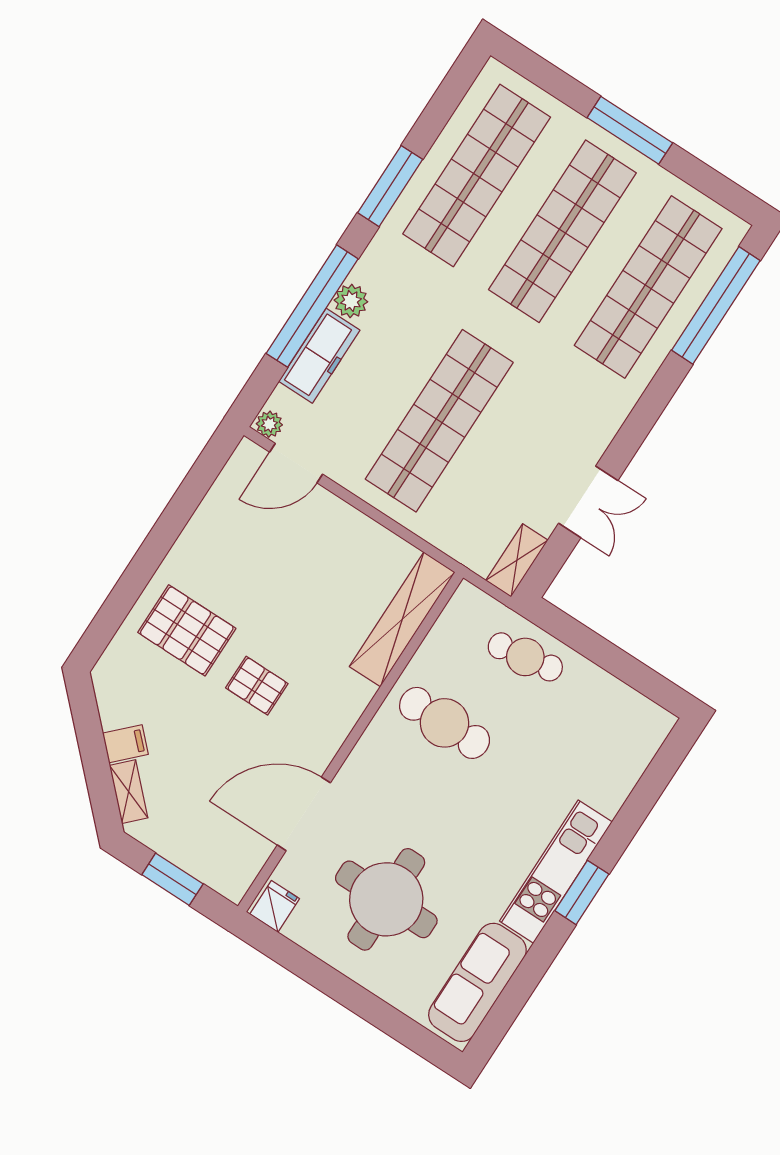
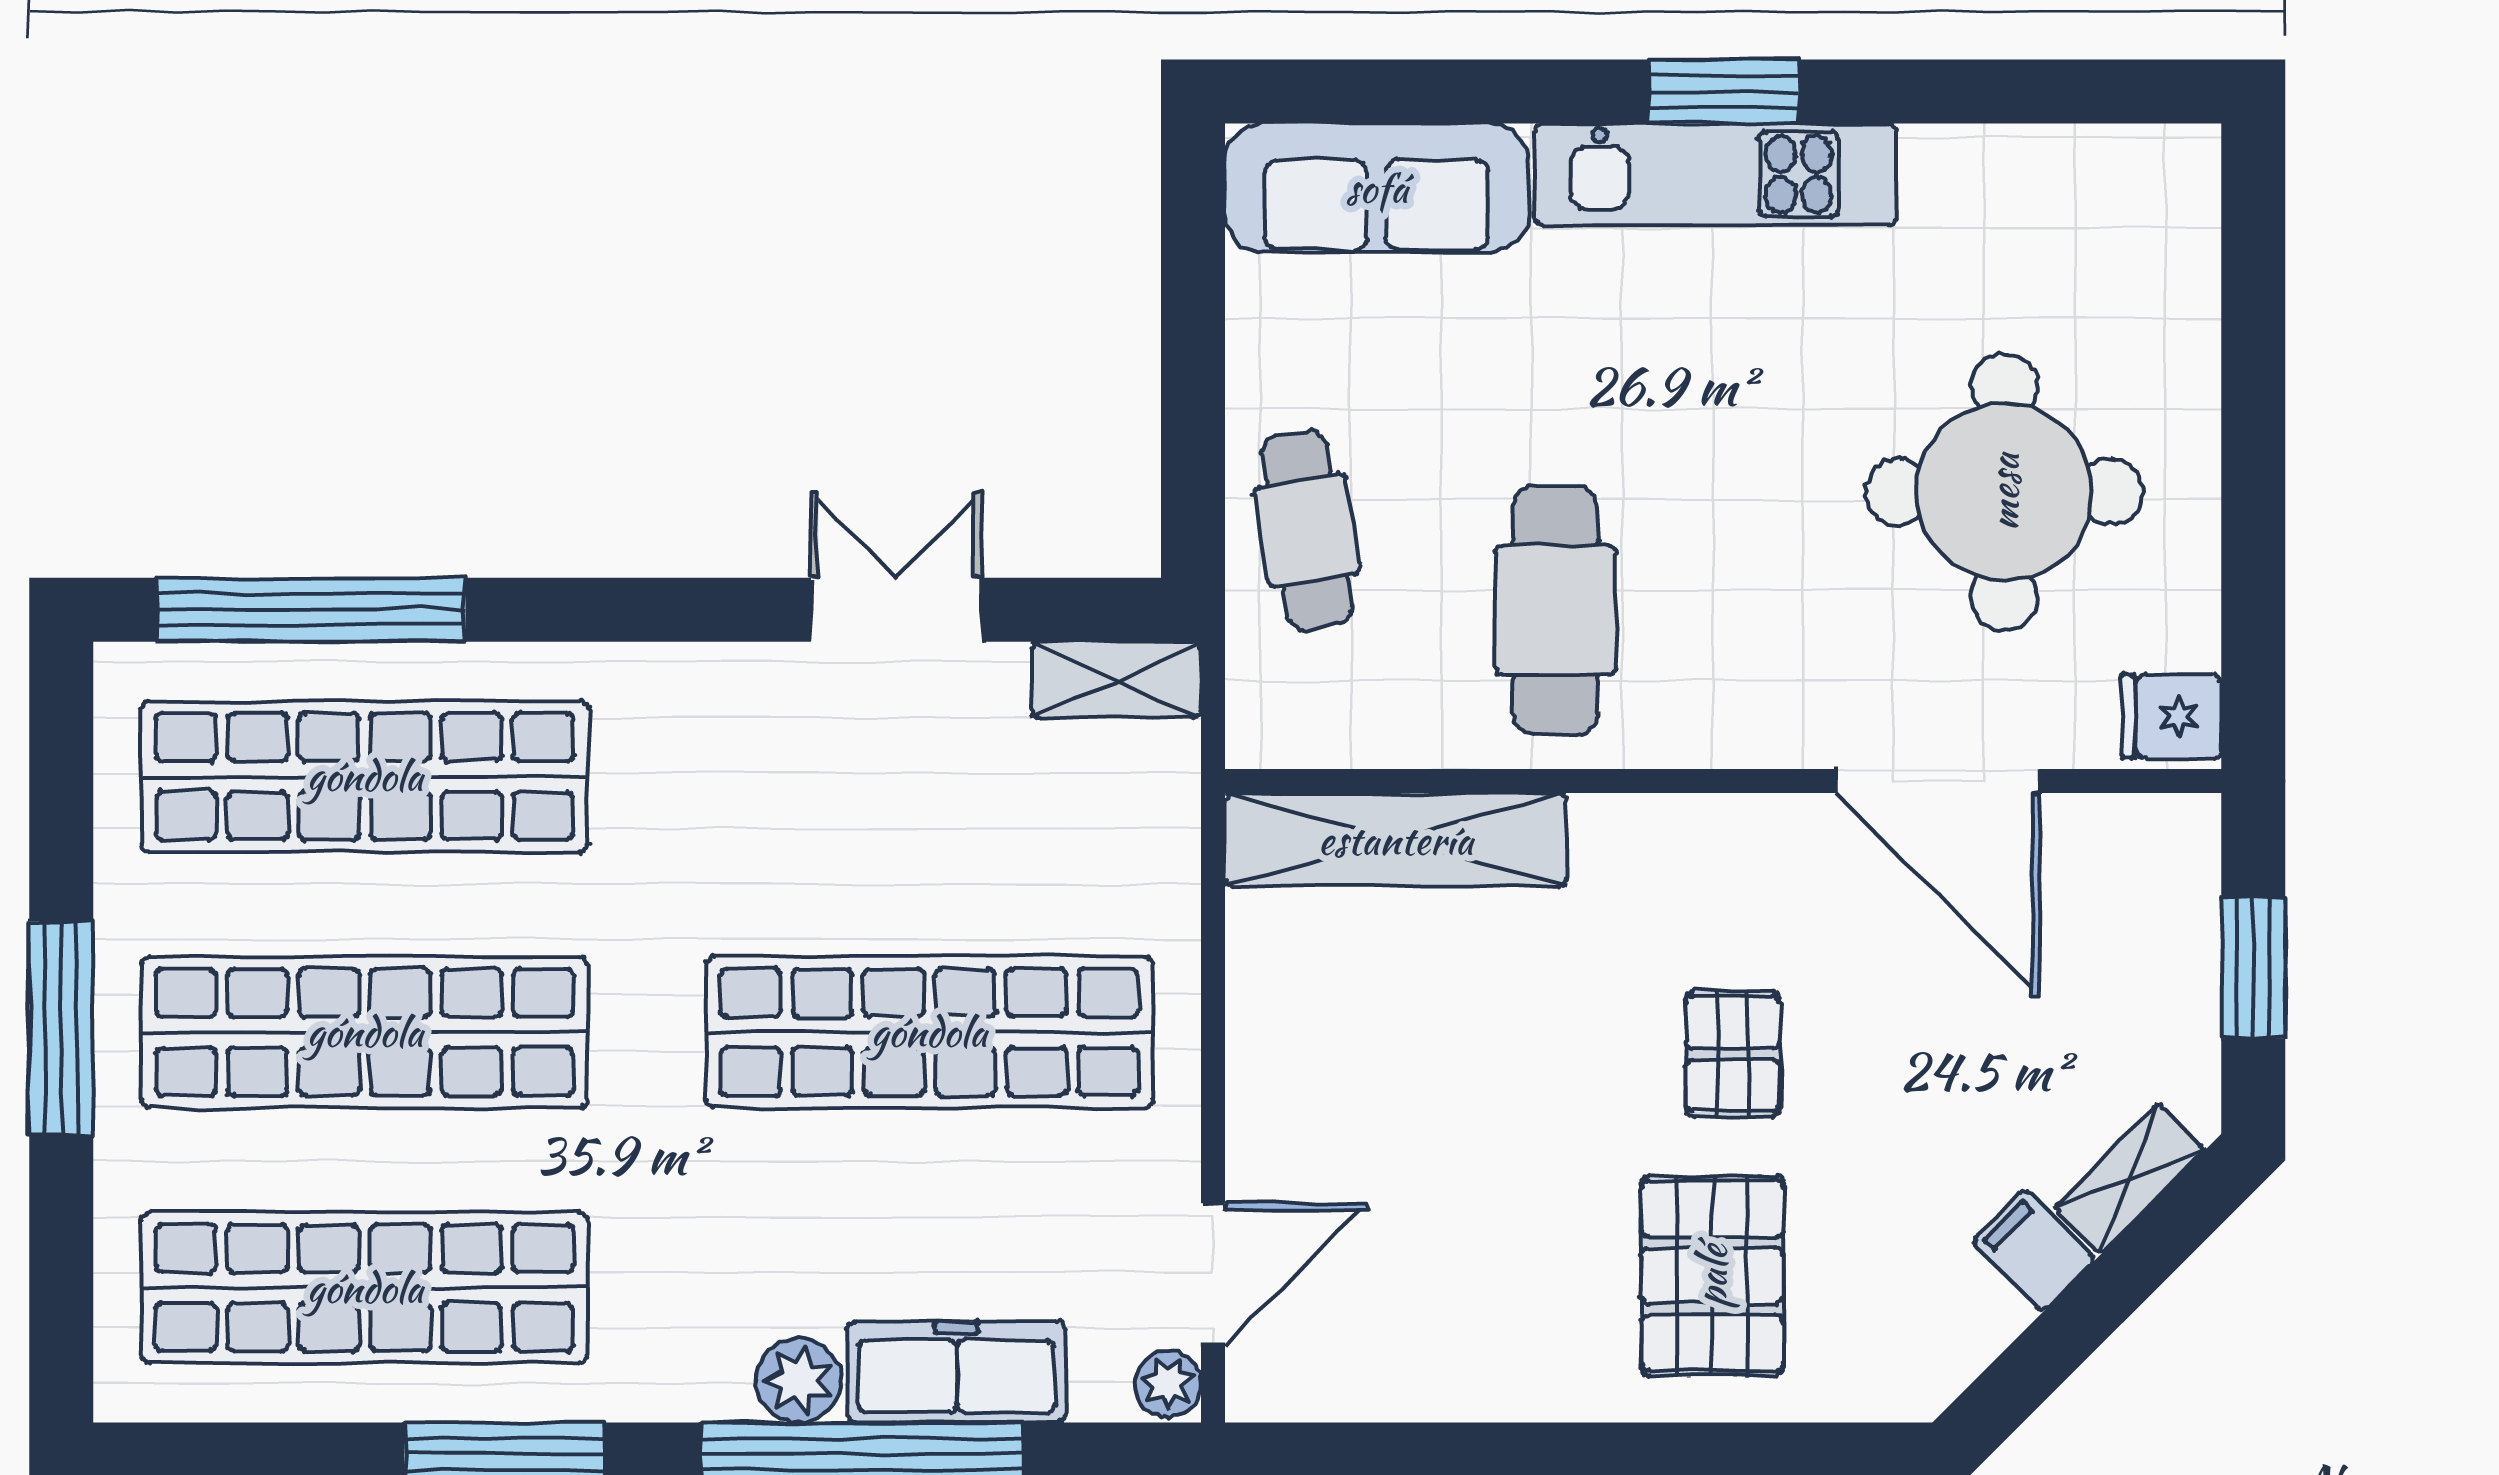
door: (296, 463) -> (1213, 1274), hinge flipped
sofa: (477, 982) -> (1377, 188), moved

